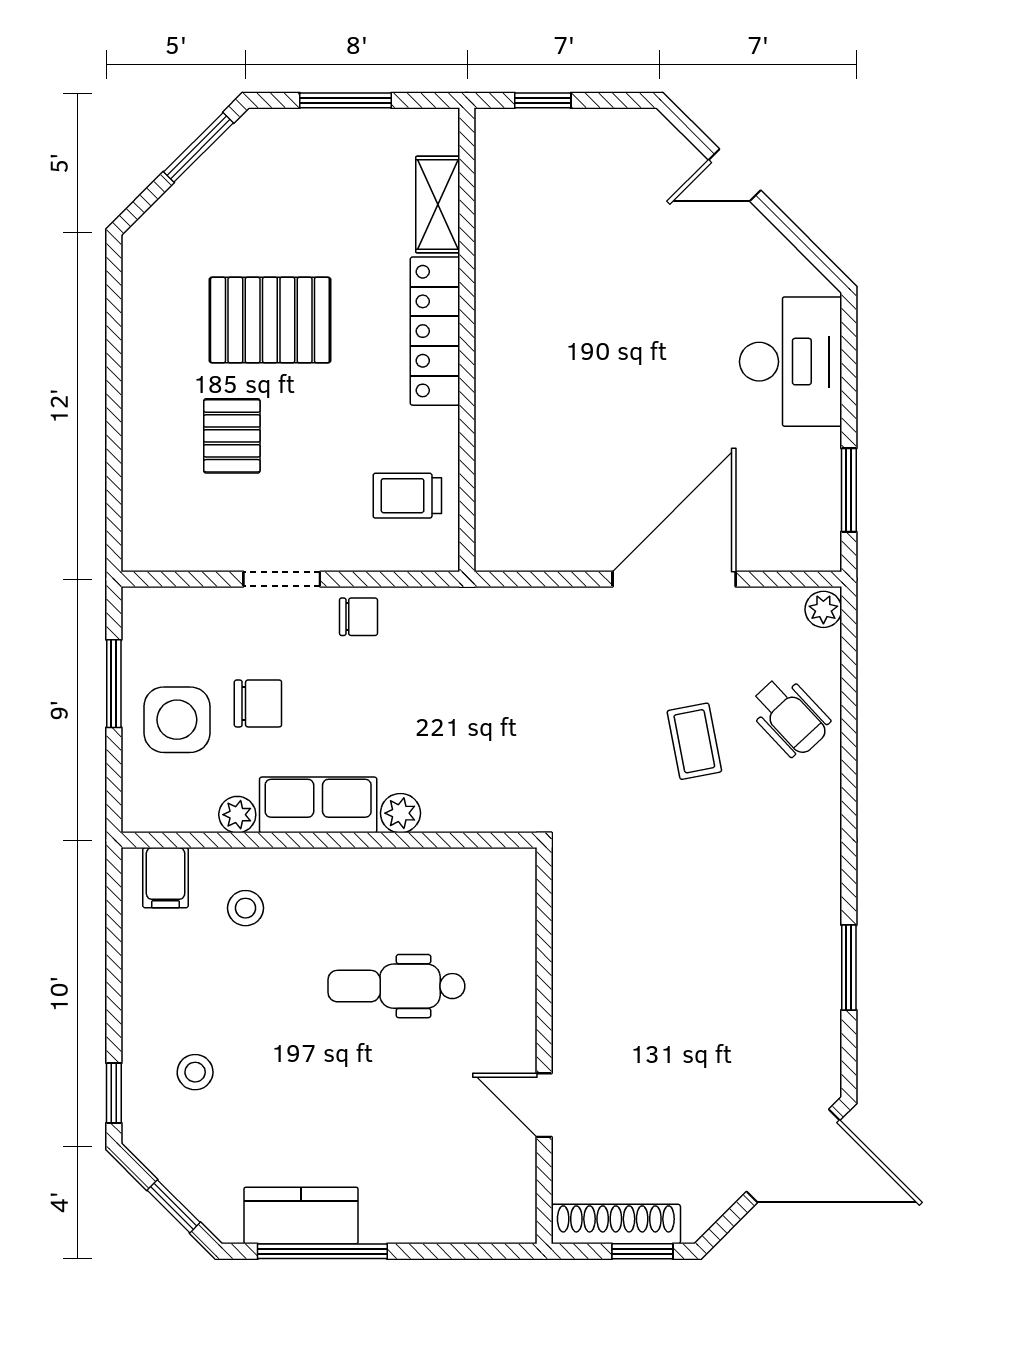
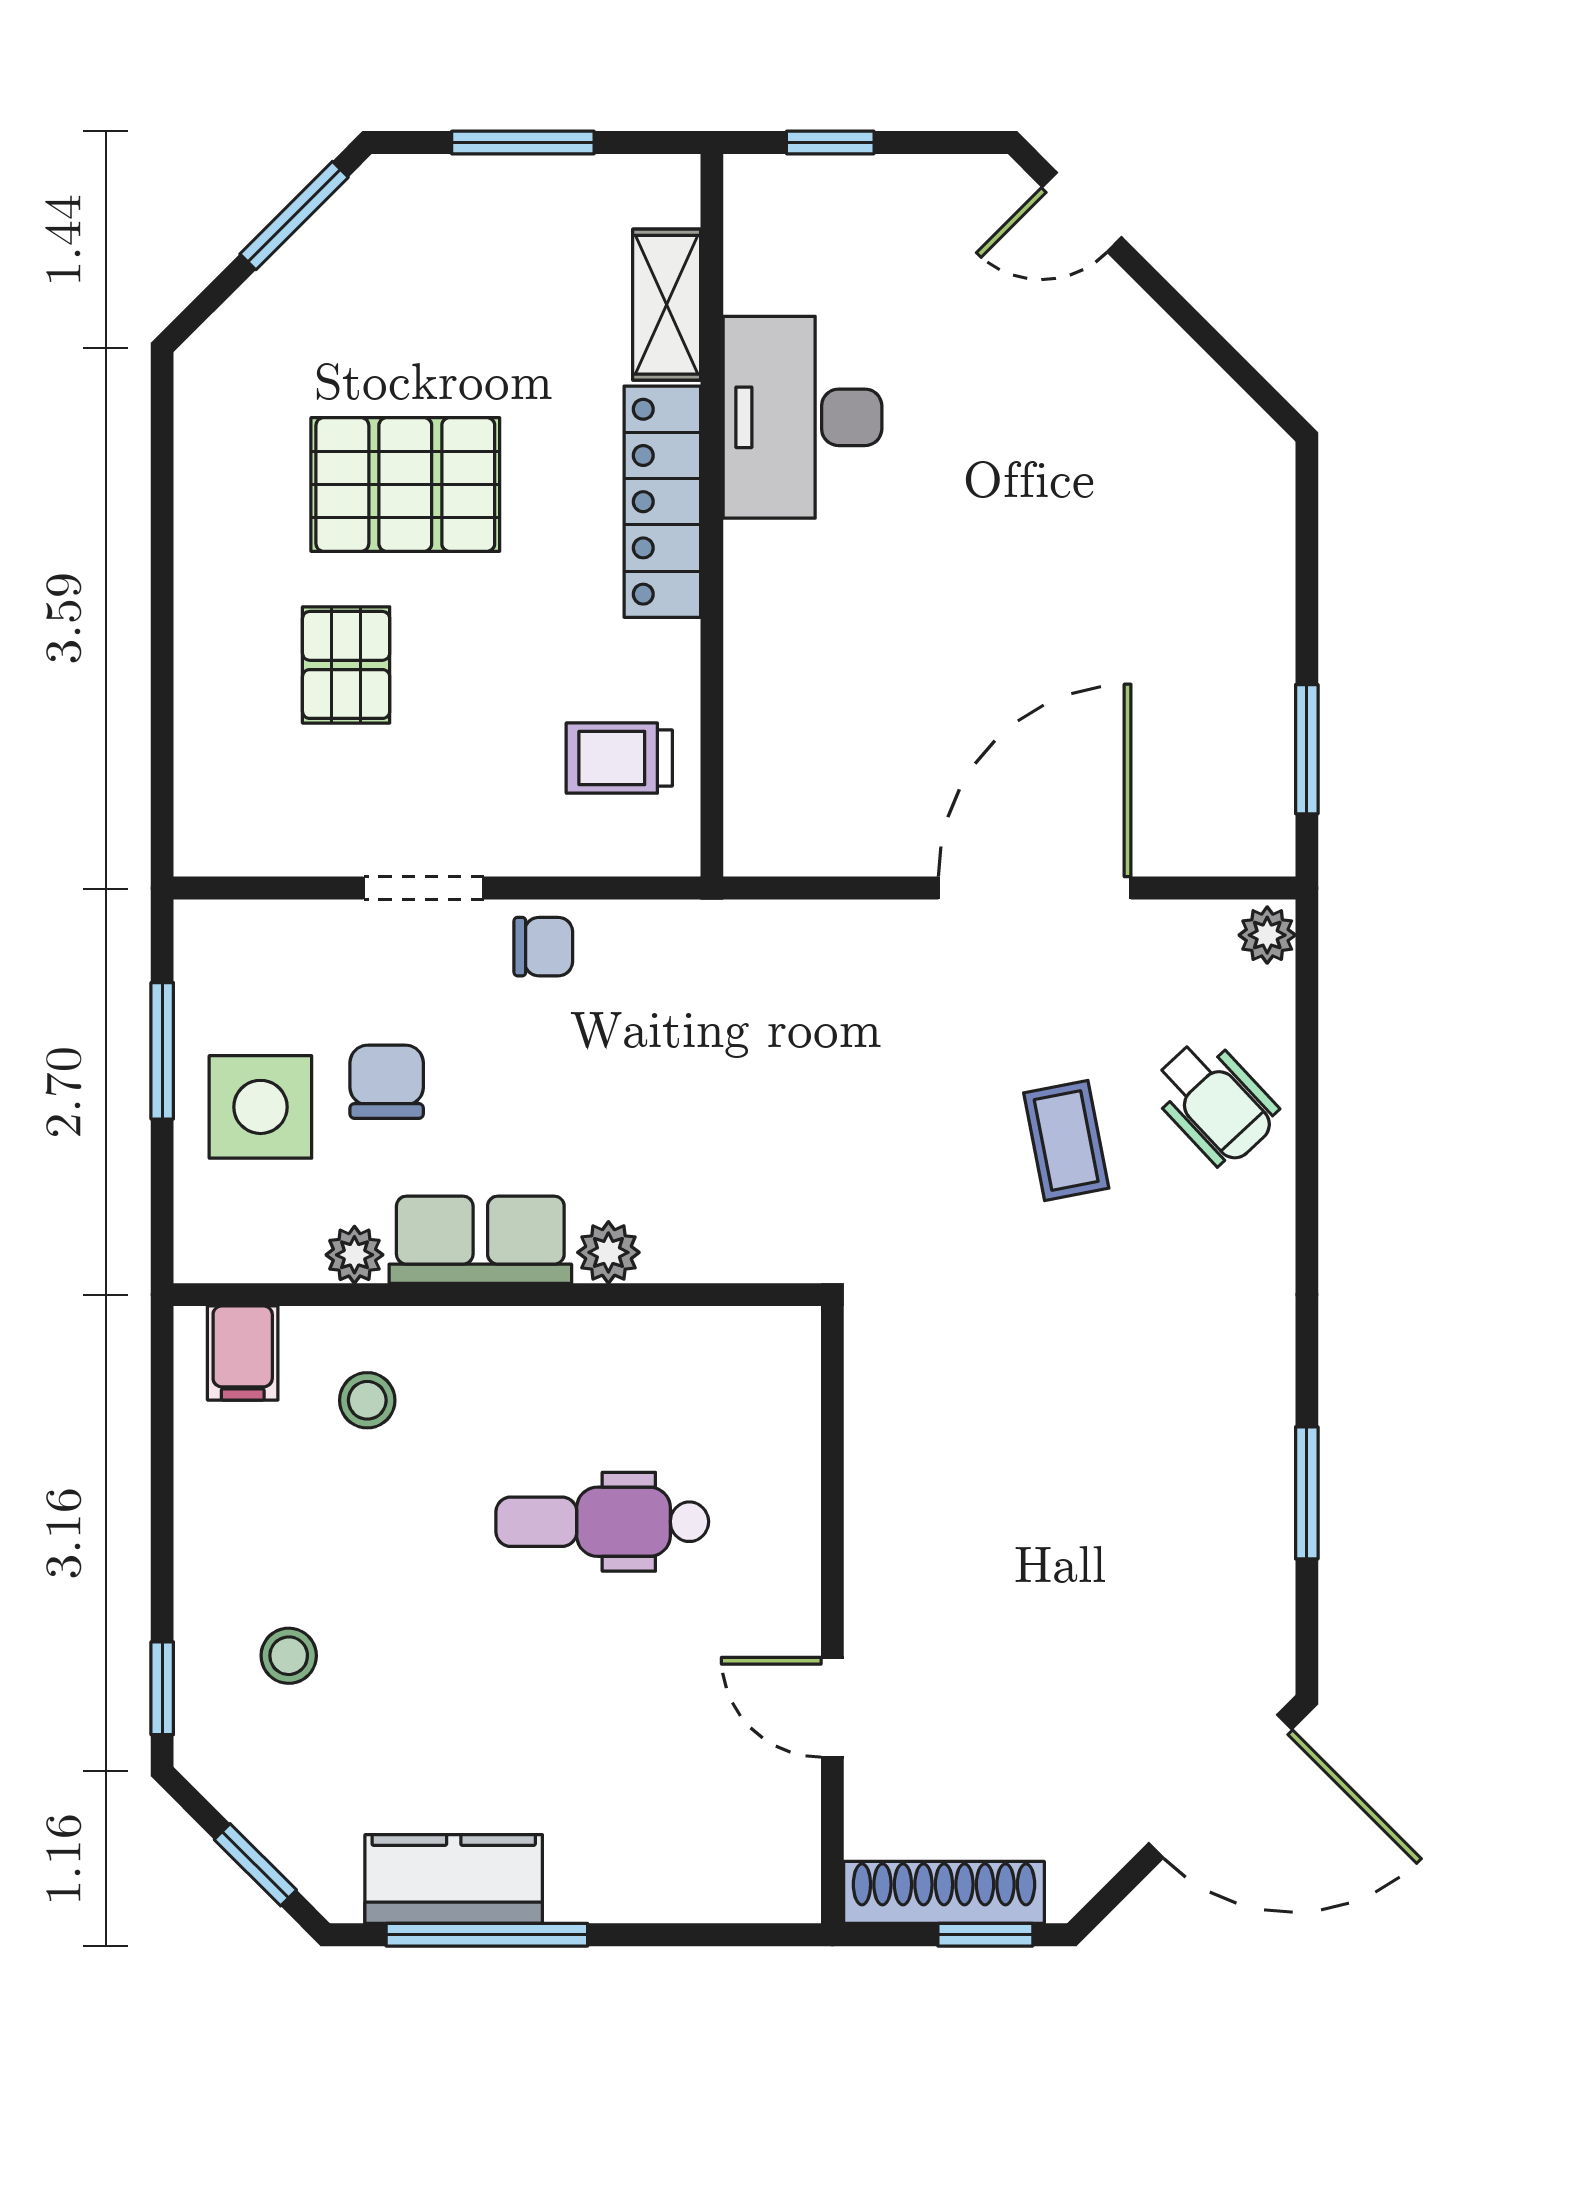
door: (735, 175) -> (1082, 212), moved
desk: (791, 362) -> (803, 417), moved, turned 180
chair: (258, 703) -> (387, 1082), turned -90

